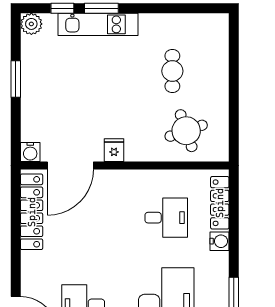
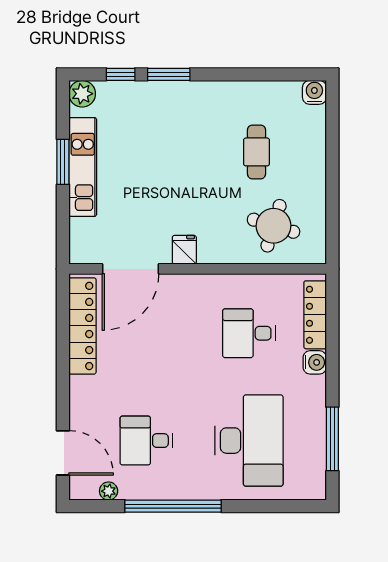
kitchen unit: (98, 24) -> (83, 167), moved, turned -90
round table: (186, 131) -> (274, 226), turned 36
water cooler: (30, 152) -> (314, 92), moved, turned 180
desk: (166, 218) -> (249, 333), turned 180

